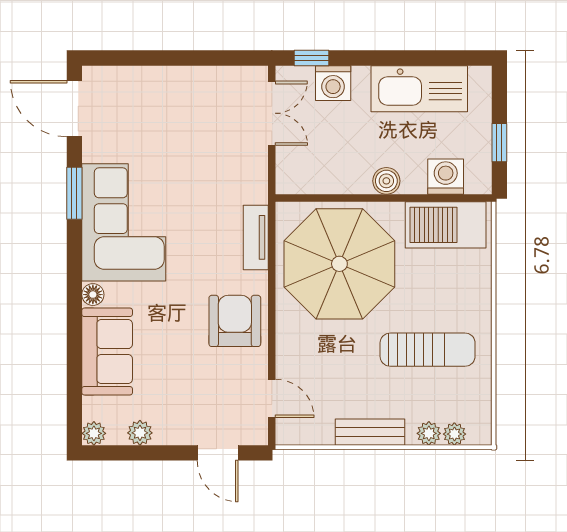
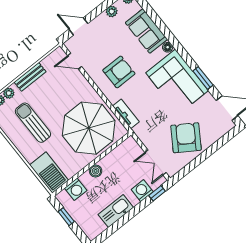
kitchen sink: (419, 89) -> (116, 211), width x0.73, depth x0.81
armchair: (185, 114) -> (186, 138), added
barbecue: (446, 225) -> (49, 173), moved, turned 90
armchair: (235, 321) -> (119, 72), moved, turned -90
sun lounger: (428, 350) -> (33, 123), turned 90

